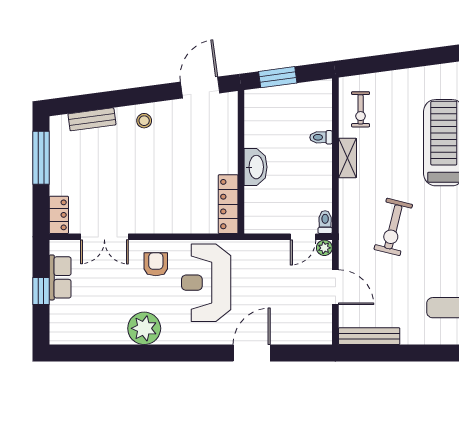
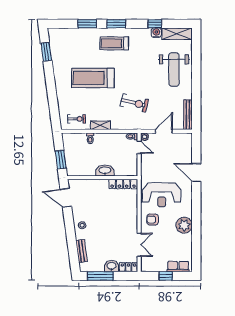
washbasin: (61, 180) -> (111, 266), added
row of seats: (60, 277) -> (178, 267), moved

